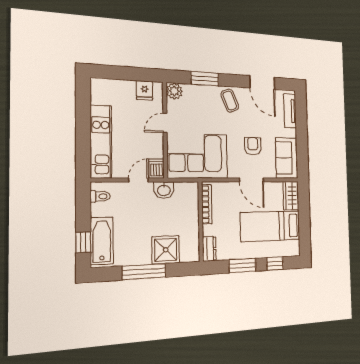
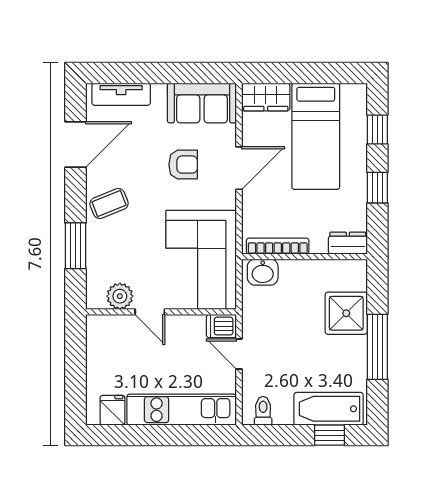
fridge: (145, 90) -> (112, 410), moved, turned -90
plant: (174, 91) -> (120, 296), moved
armchair: (253, 146) -> (183, 165), turned 180
washbasin: (164, 190) -> (263, 272), moved, turned 90
window: (242, 266) -> (377, 188), width x0.67

